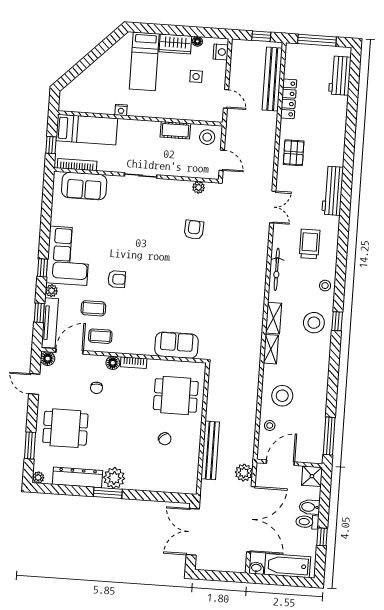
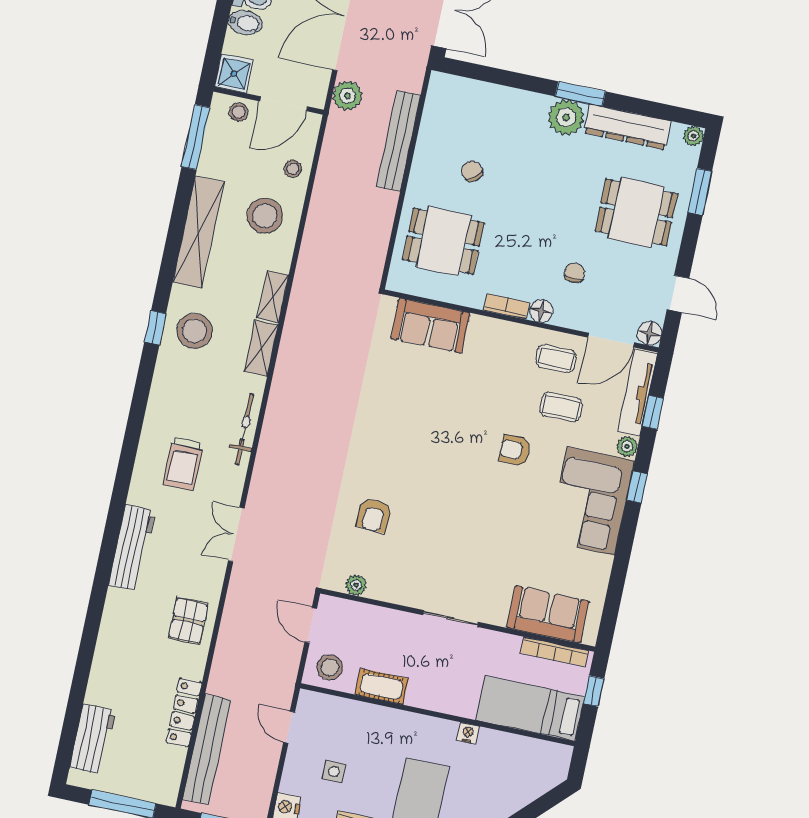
stool: (325, 286) -> (239, 112), moved
shelving: (320, 381) -> (198, 232), added

